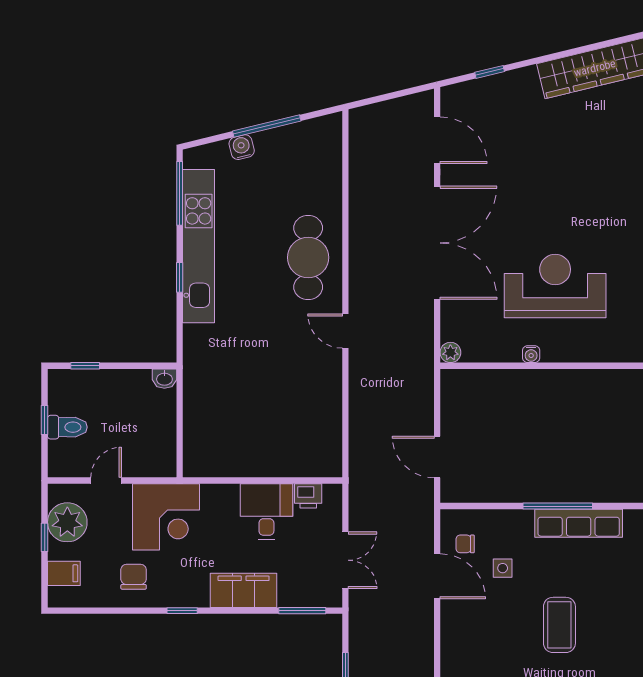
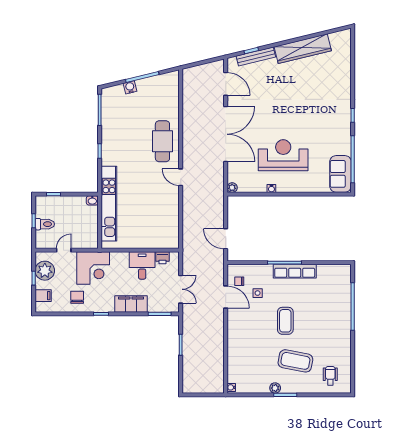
bench: (499, 84) -> (256, 56), added
kitchen unit: (199, 246) -> (109, 204), moved

